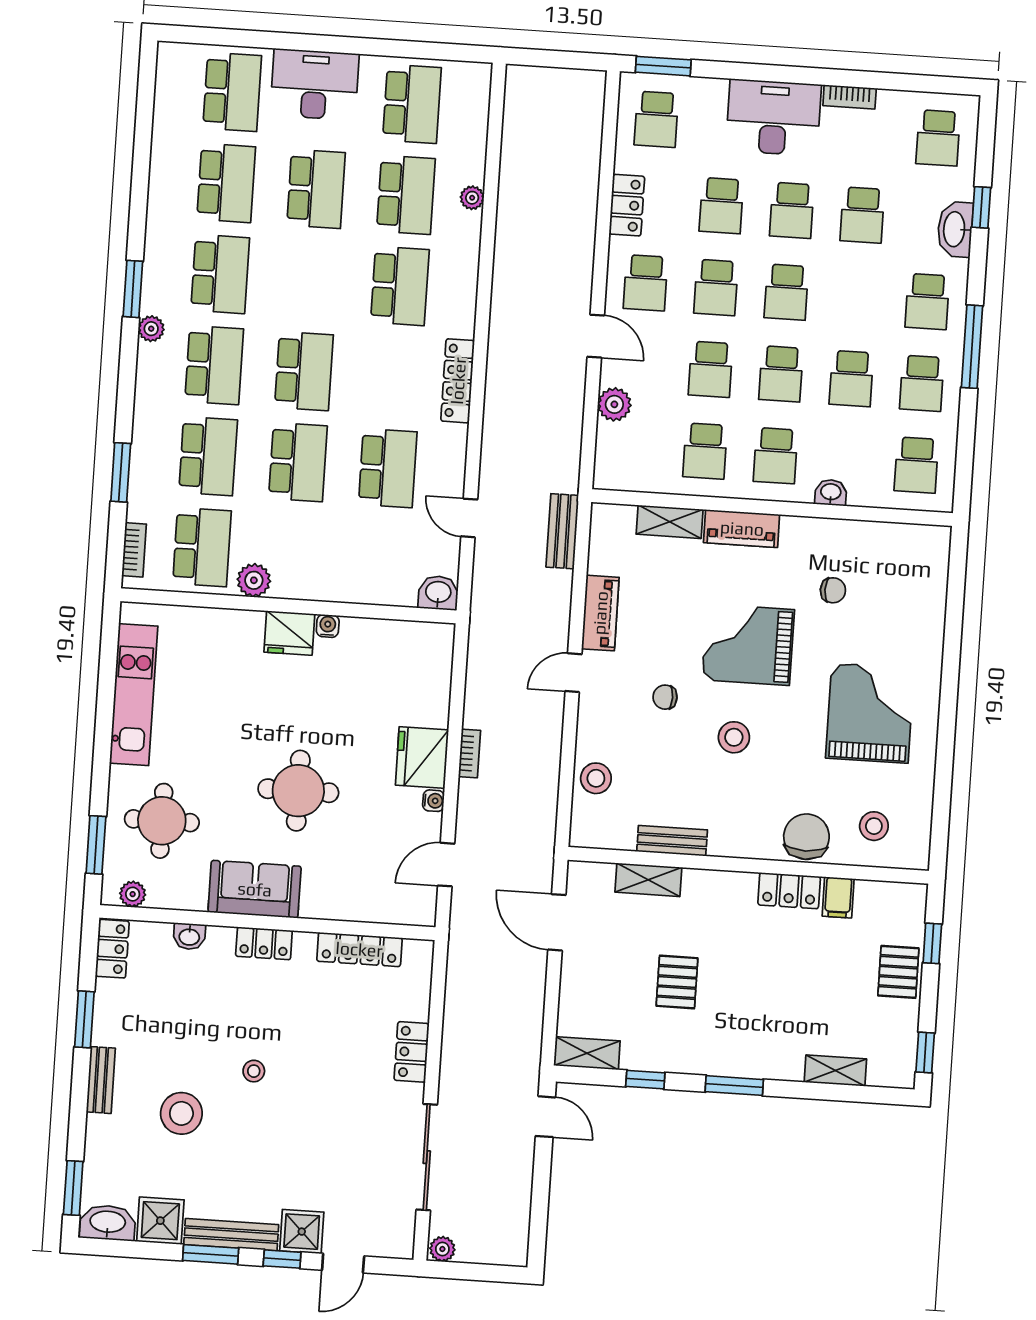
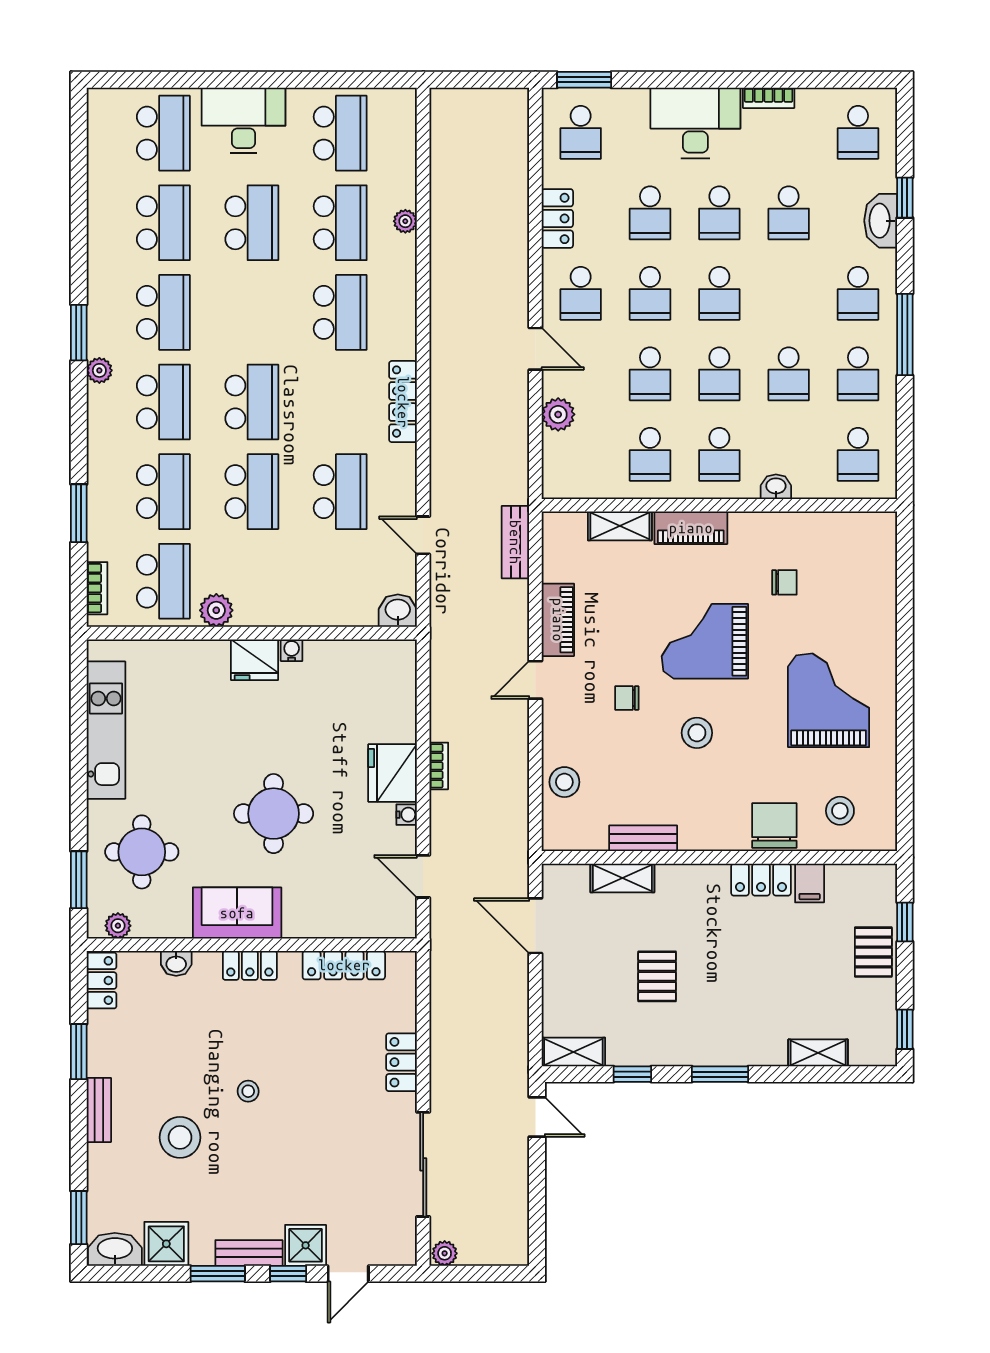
door: (446, 865) -> (423, 876), hinge flipped
bench: (231, 1235) -> (249, 1253), width x0.73

